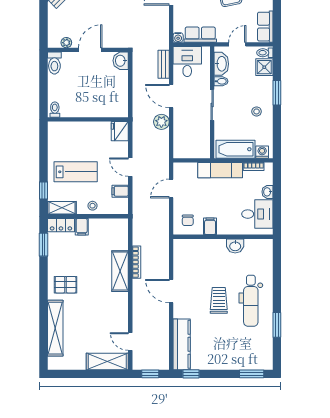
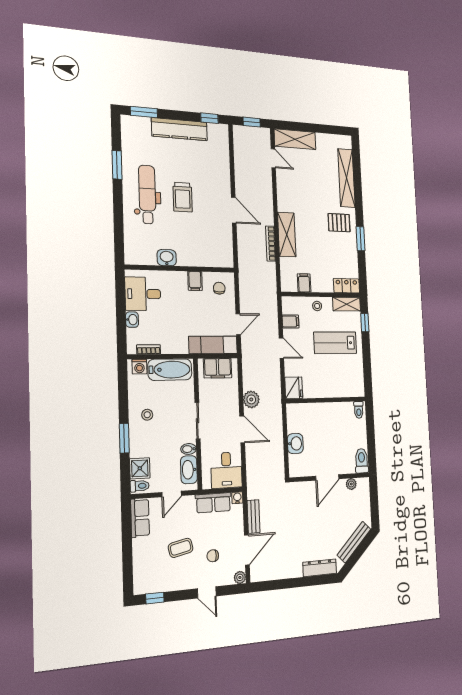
washbasin: (121, 61) -> (295, 444), moved
bench: (164, 64) -> (254, 516), moved
filing cabinet: (192, 150) -> (218, 368), added
exam couch: (220, 170) -> (213, 345), moved
filing cabinet: (82, 227) -> (304, 283), moved
window: (44, 245) -> (360, 239), moved
kitchen counter: (182, 344) -> (179, 129), moved, turned -90

